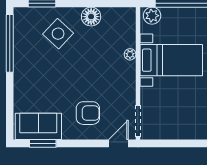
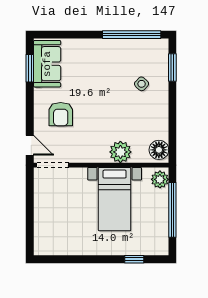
floor lamp: (91, 17) -> (159, 150), moved
side table: (58, 34) -> (142, 84), width x0.54, depth x0.54
plant: (130, 54) -> (120, 152), width x1.88, depth x1.88

